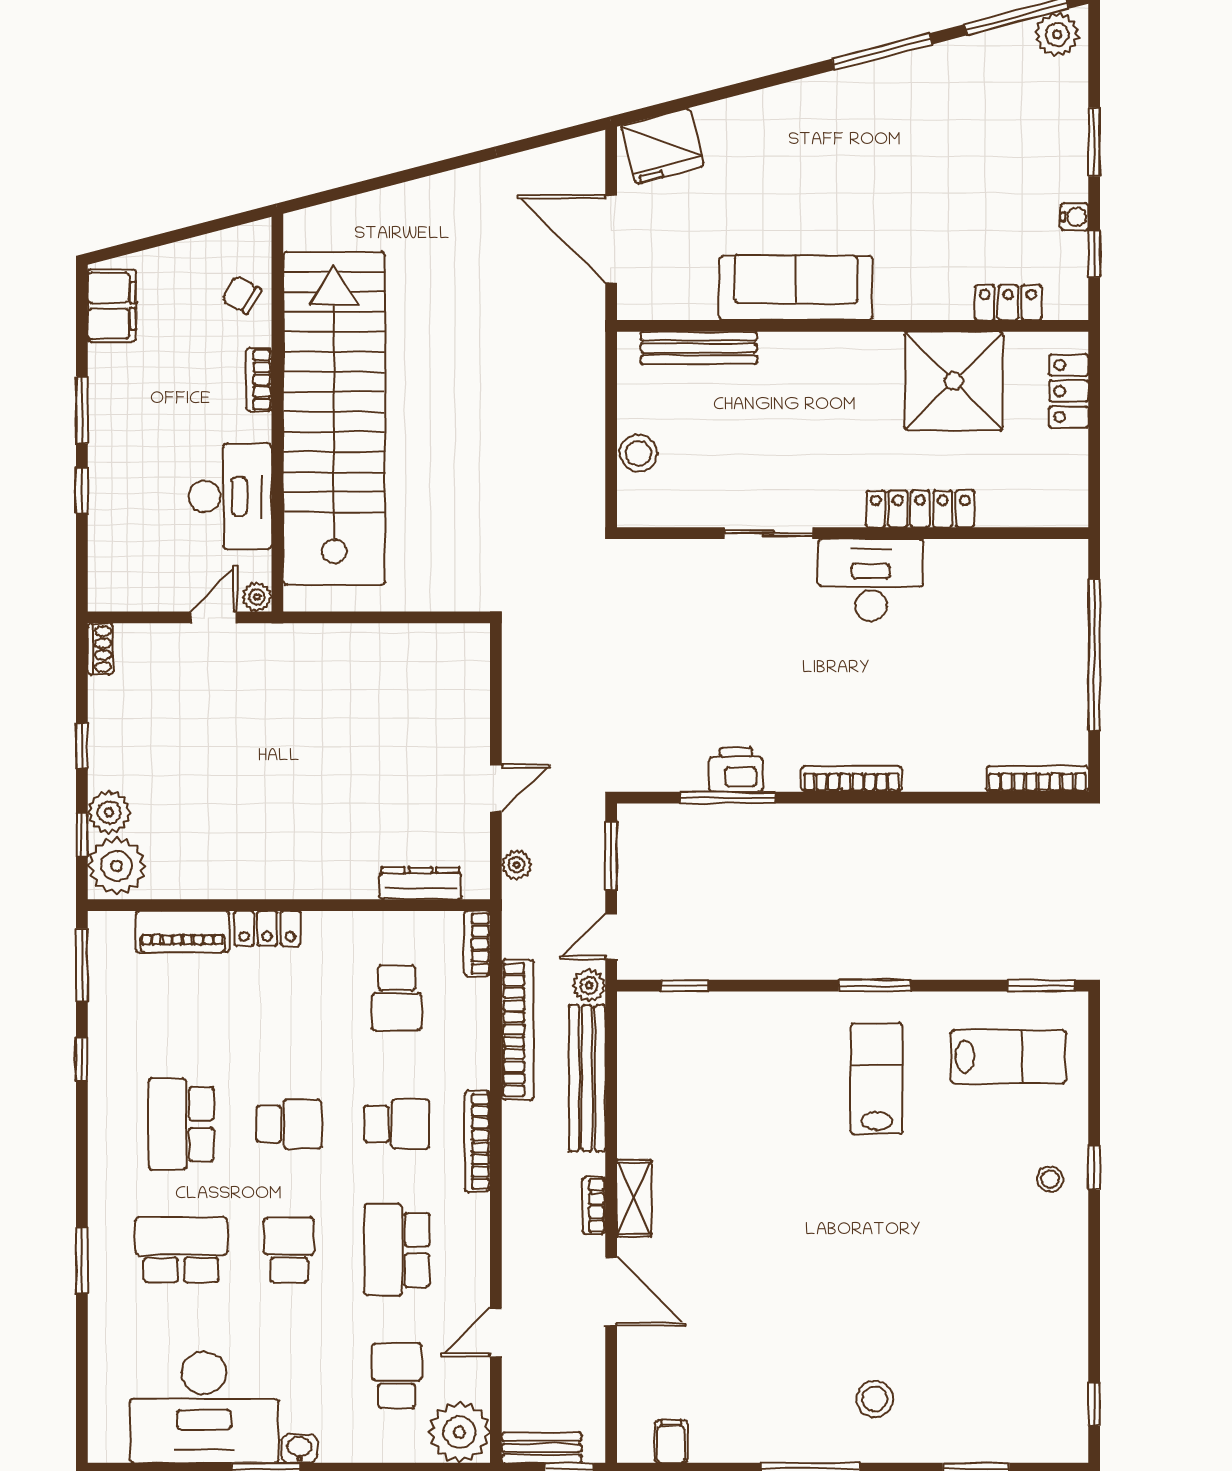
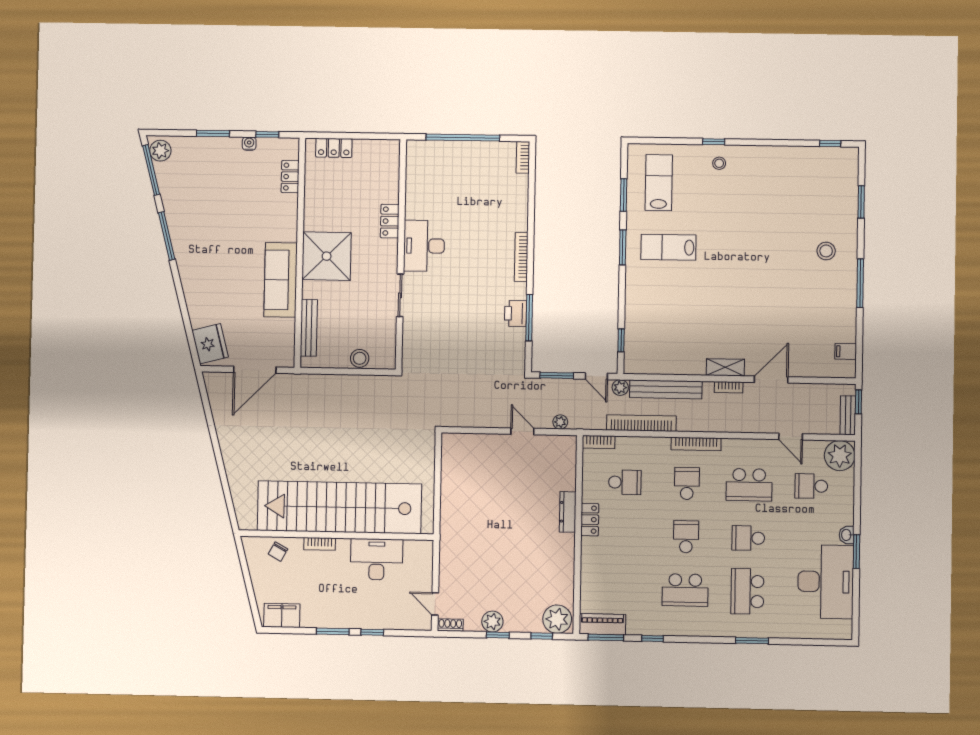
shower: (954, 381) -> (327, 256), moved
locker: (920, 509) -> (390, 221), width x0.66
plant: (257, 597) -> (426, 547), removed
door: (214, 617) -> (435, 604), moved
bookcase: (1037, 779) -> (523, 157), width x0.64
plant: (109, 812) -> (492, 622), moved
dresser: (420, 883) -> (568, 512), moved
locker: (267, 928) -> (590, 520), moved
piano: (182, 932) -> (602, 624), moved, turned -90
window: (1041, 986) -> (624, 195), moved

